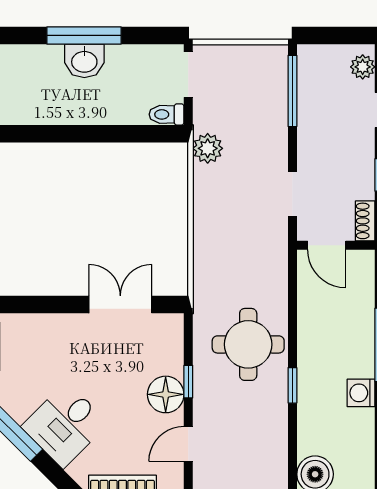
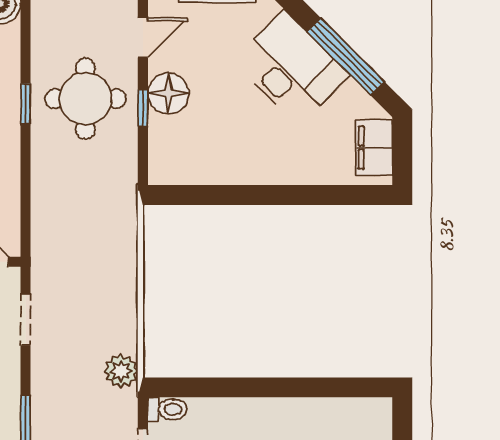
double door: (120, 304) -> (220, 195), removed
round table: (248, 344) -> (86, 99), moved
desk: (65, 425) -> (291, 68), width x1.37

